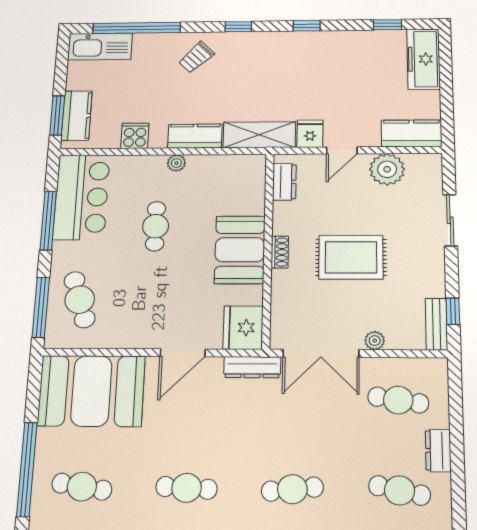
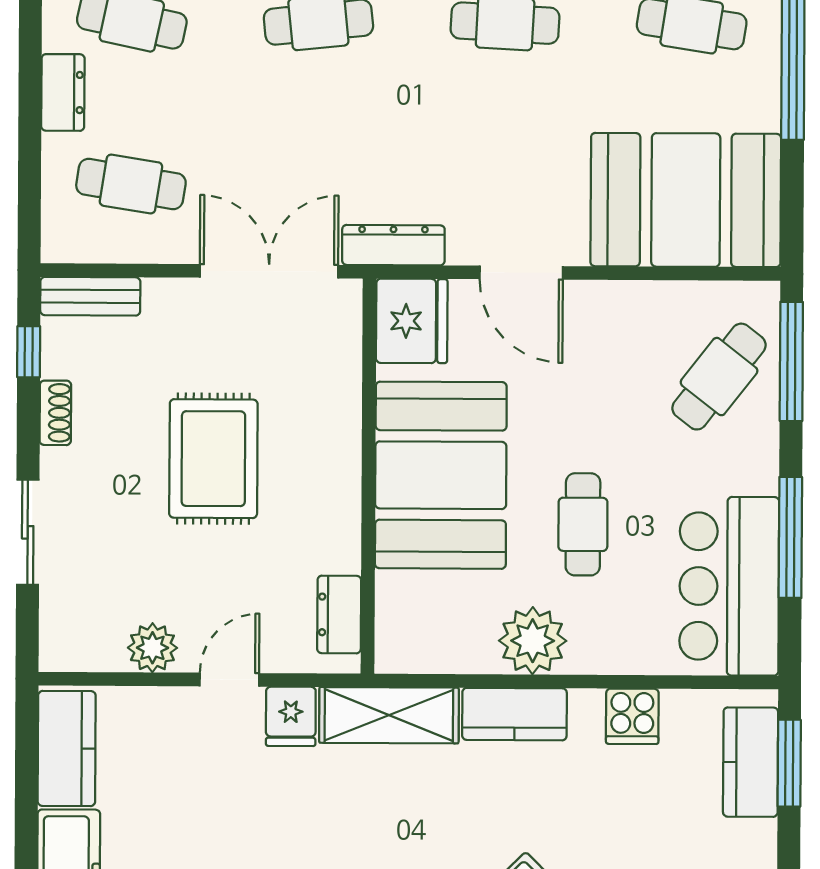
kitchen counter: (412, 133) -> (67, 749), moved, turned -90
plant: (176, 163) -> (533, 641), width x1.88, depth x1.88
plant: (387, 169) -> (152, 648), width x0.73, depth x0.73
booth: (240, 250) -> (441, 475), width x1.36, depth x1.42
shoe rack: (280, 252) -> (55, 413), moved, turned 180
rug: (351, 257) -> (213, 459), turned 90
cafe table: (80, 300) -> (719, 377), turned 56
bench: (436, 324) -> (90, 296), moved, turned 90
plant: (375, 341) -> (171, 296), removed
door: (183, 353) -> (521, 273), swing flipped

